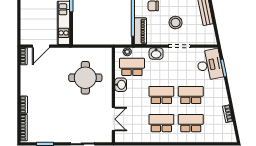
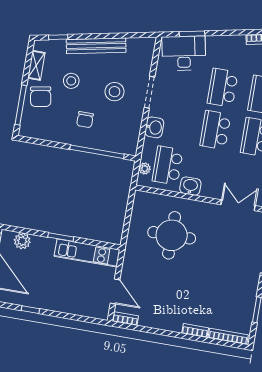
piano: (140, 31) -> (118, 144), removed

